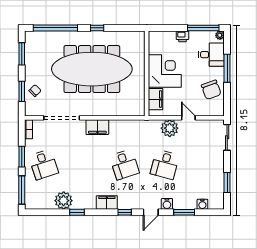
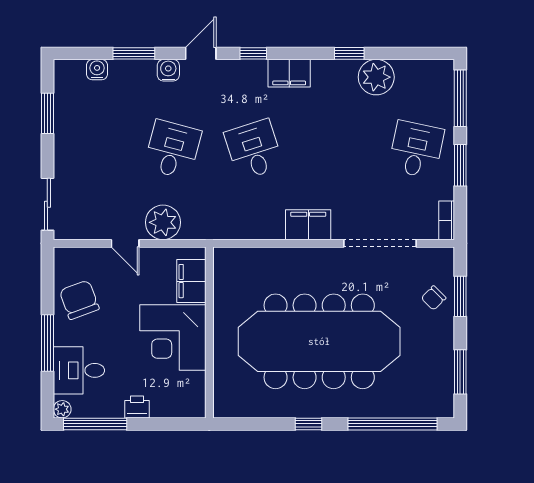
desk: (44, 164) -> (416, 150), turned 30

